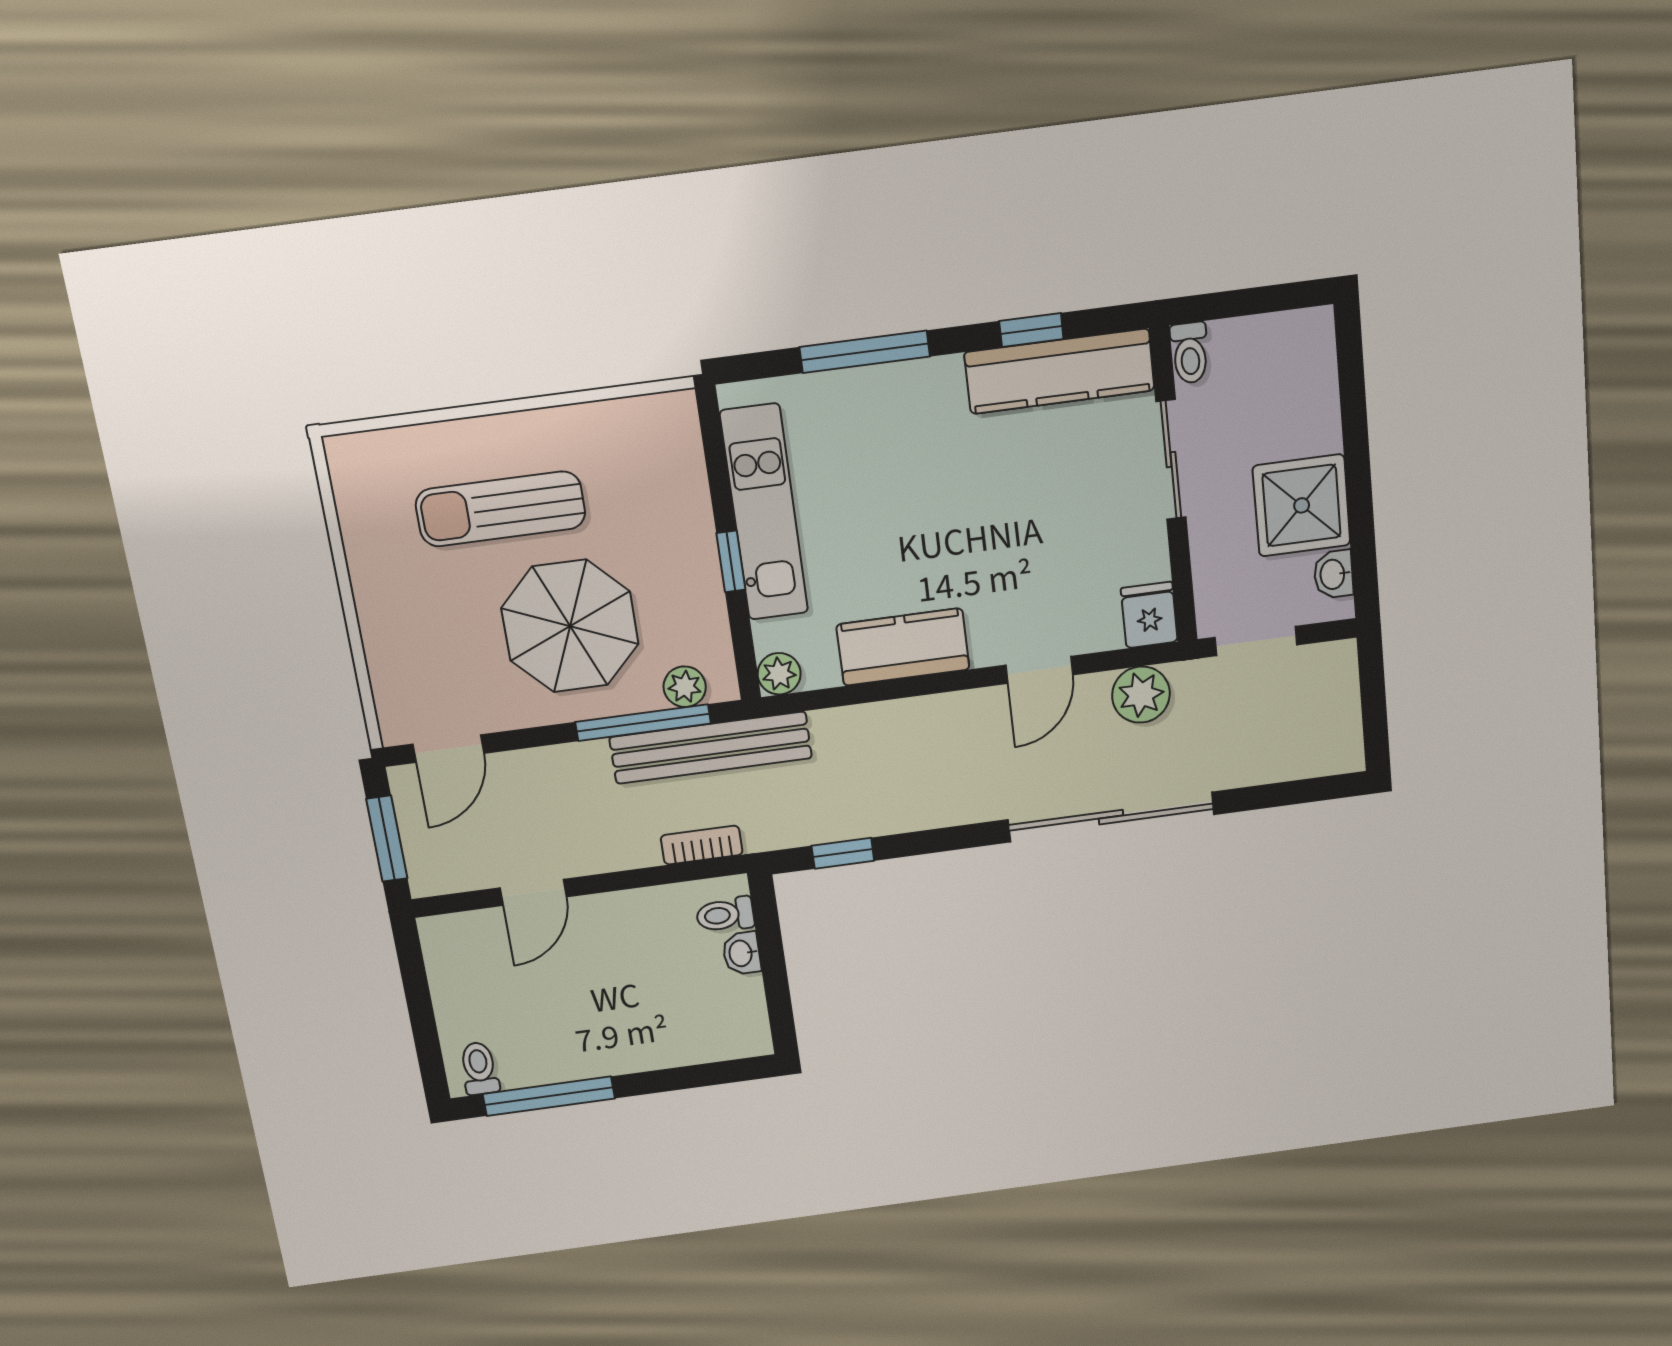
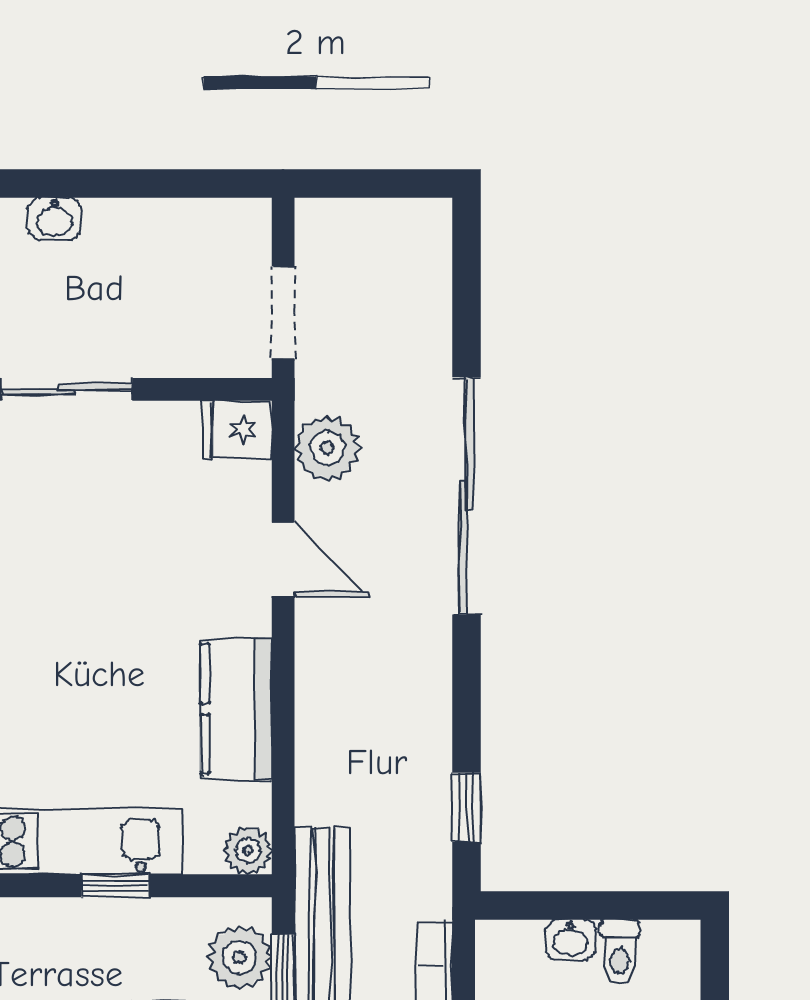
shower: (1302, 505) -> (137, 249), removed
washbasin: (1333, 574) -> (54, 219), moved
plant: (685, 687) -> (240, 957), width x1.38, depth x1.38
toilet: (725, 915) -> (620, 952), moved

